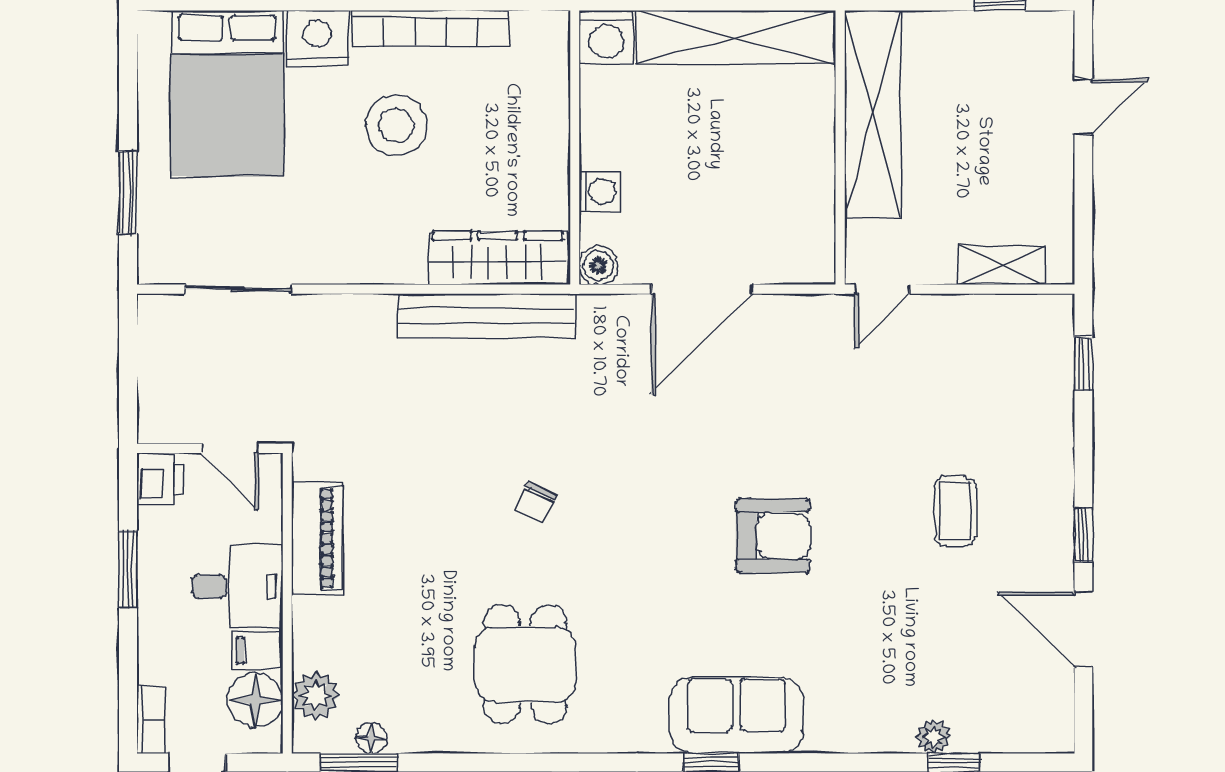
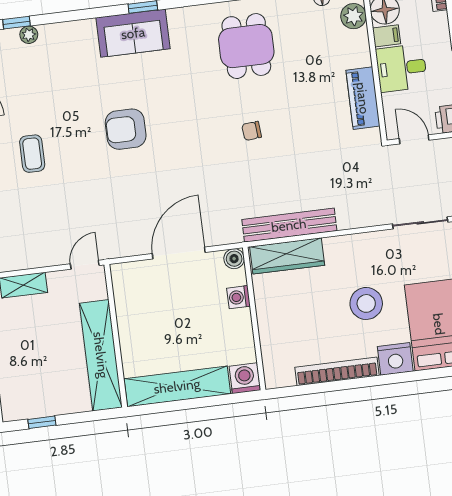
stool: (396, 125) -> (366, 303), moved
chair: (535, 503) -> (252, 131), turned -122

